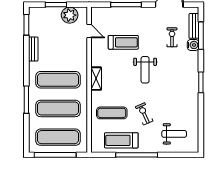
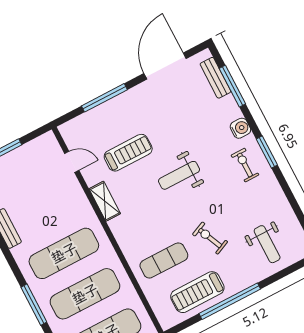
plant: (70, 15) -> (33, 154), removed
exercise bike: (172, 37) -> (245, 165), moved
water cooler: (193, 45) -> (240, 128), moved
weight bench: (145, 70) -> (179, 175), turned 90
shelving: (96, 79) -> (105, 201), moved
weight bench: (174, 134) -> (267, 244), turned 90

